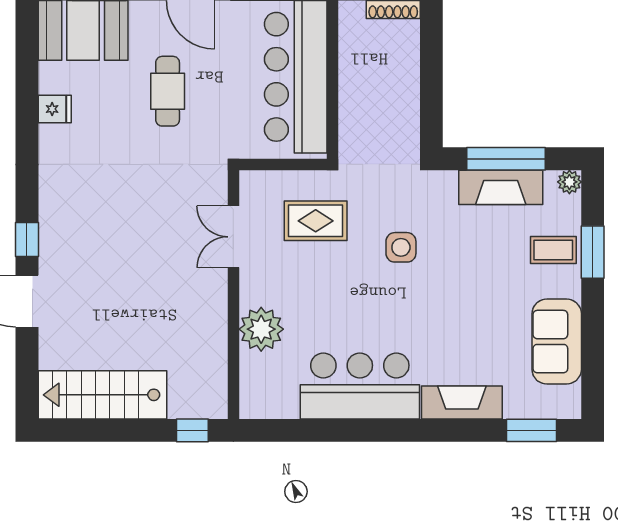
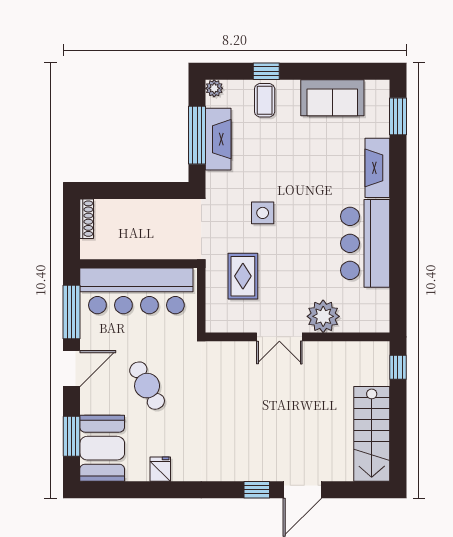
cafe table: (168, 91) -> (147, 386), turned 61
double door: (233, 237) -> (279, 337), moved
window: (593, 252) -> (266, 71), width x0.67

